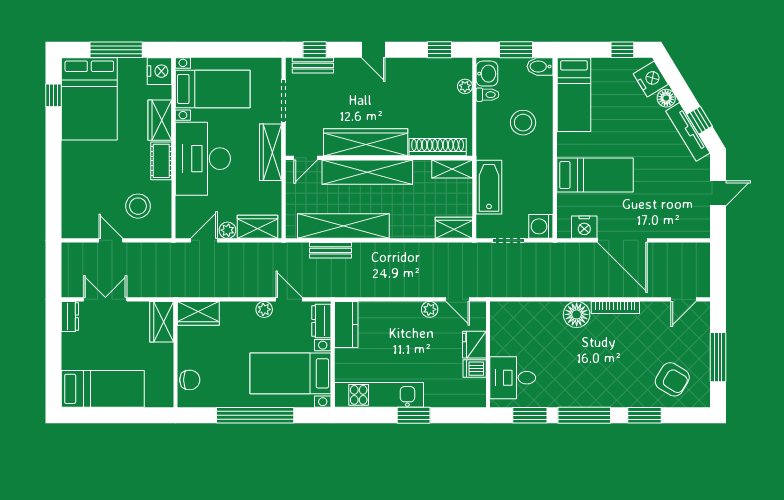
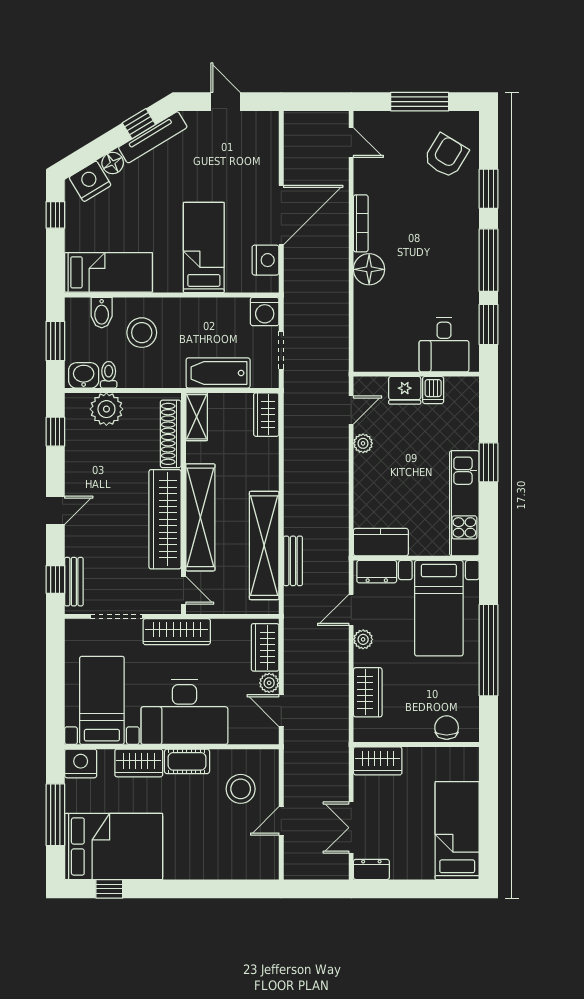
bidet: (540, 66) -> (102, 313), moved
plant: (465, 86) -> (106, 409), width x1.87, depth x1.87
wardrobe: (198, 313) -> (368, 692), moved

